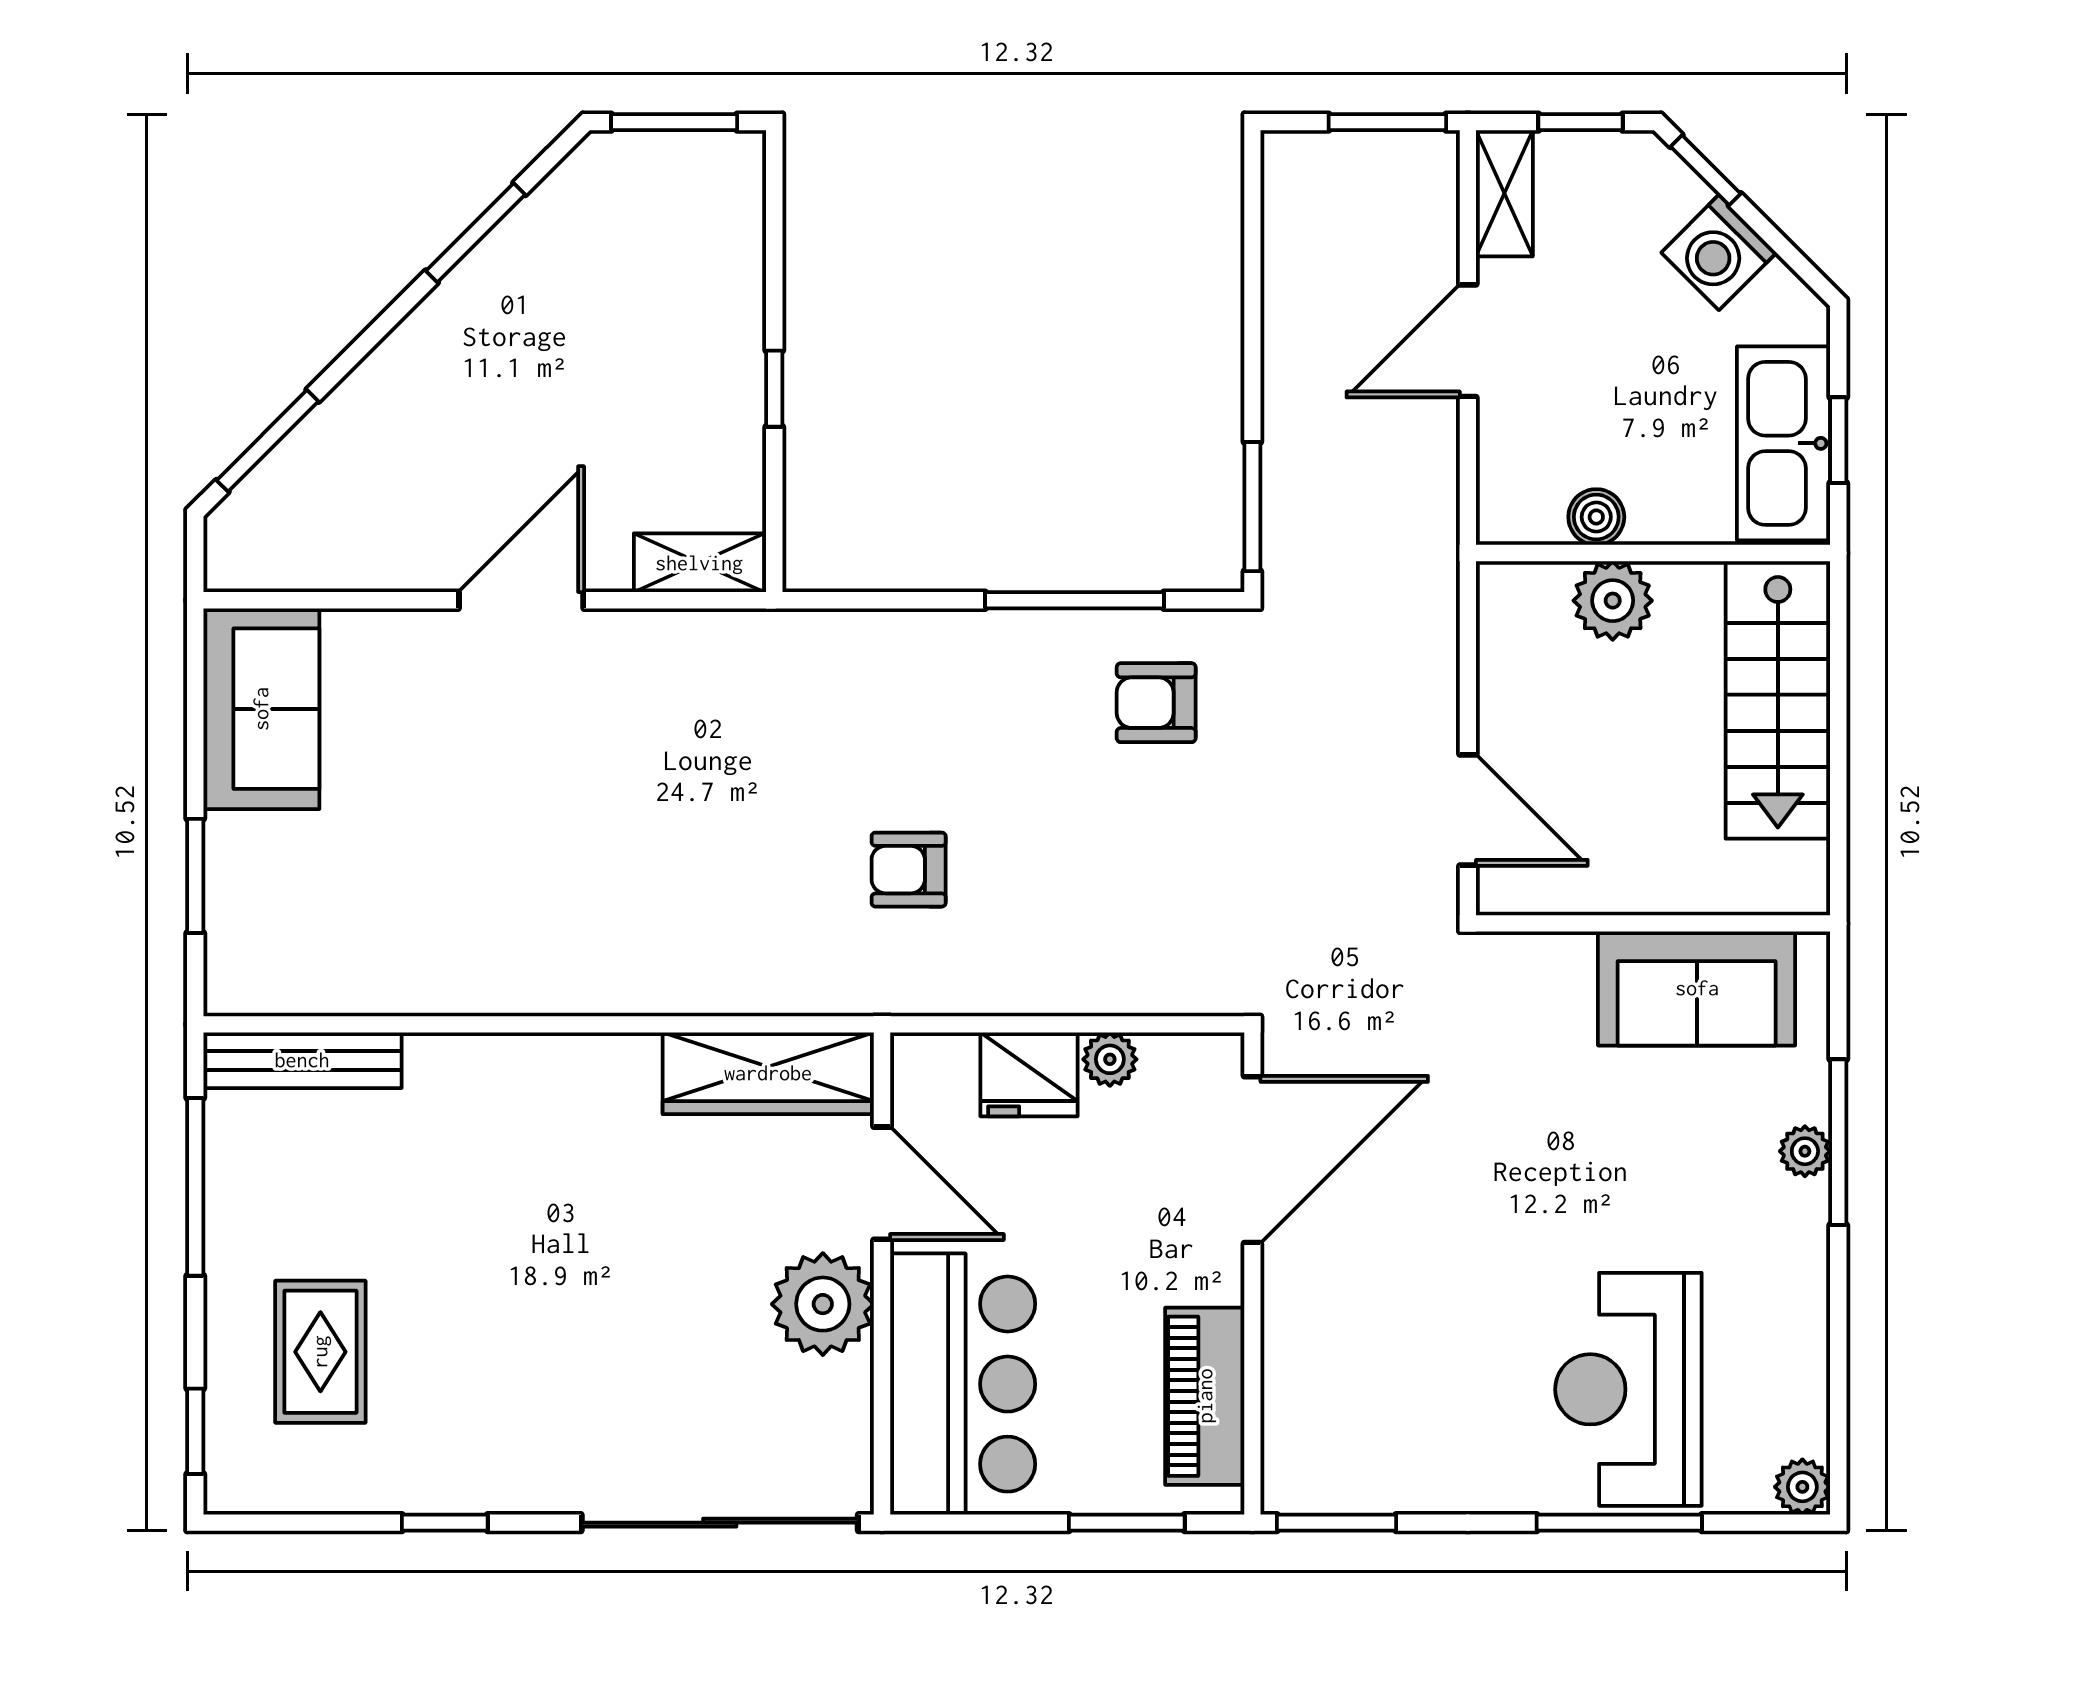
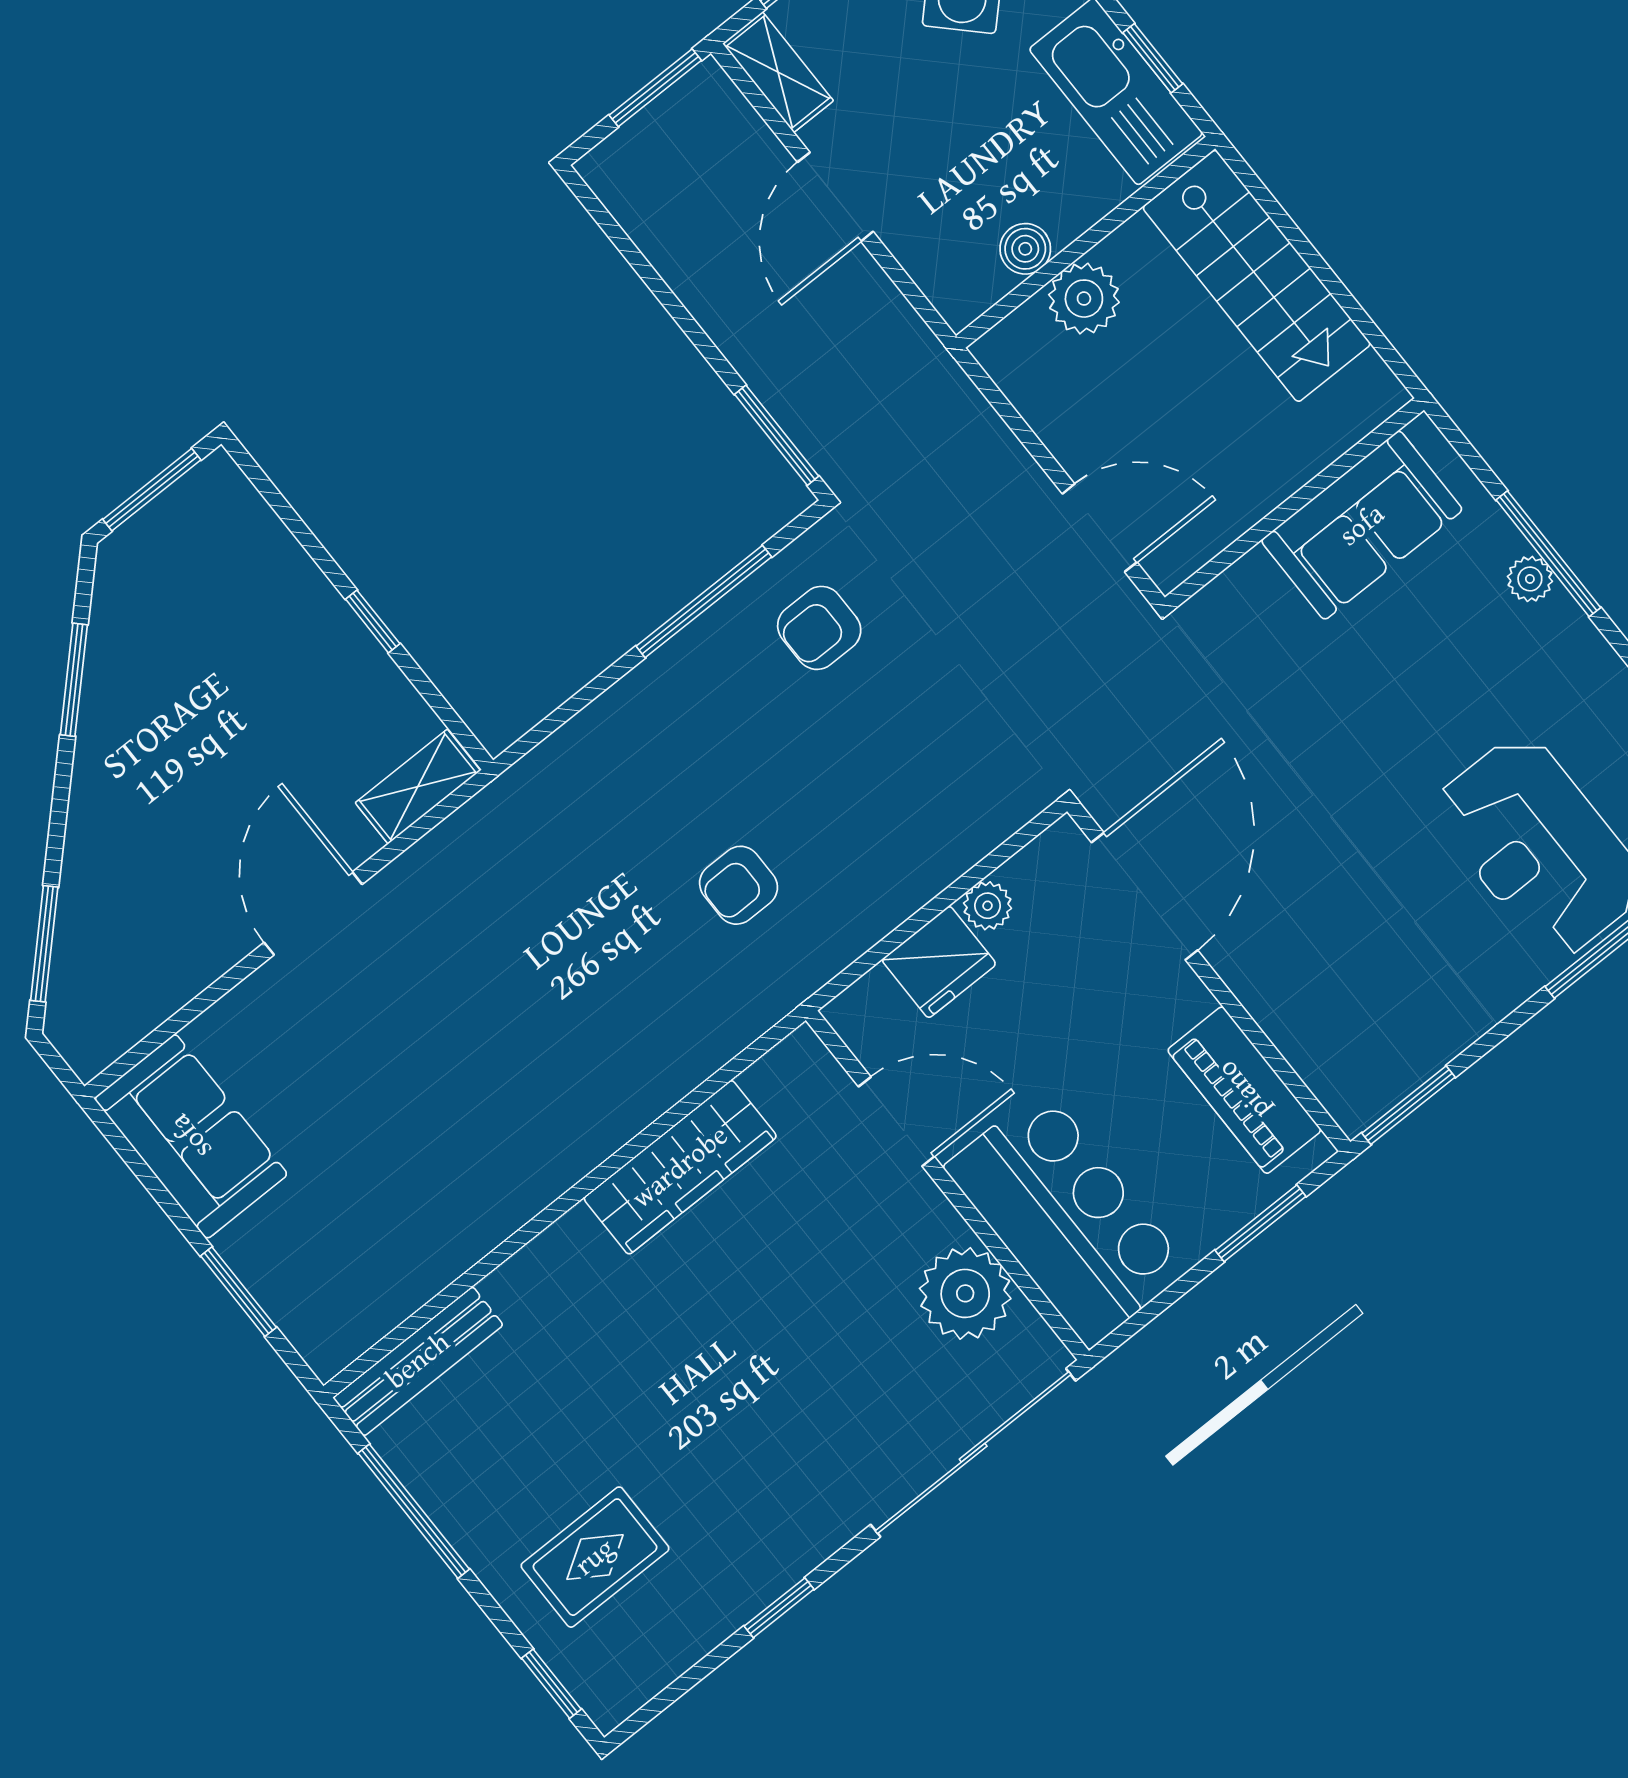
wardrobe: (768, 1073) -> (680, 1167), moved
plant: (823, 1304) -> (965, 1293), moved
rug: (320, 1352) -> (595, 1557), turned 90

